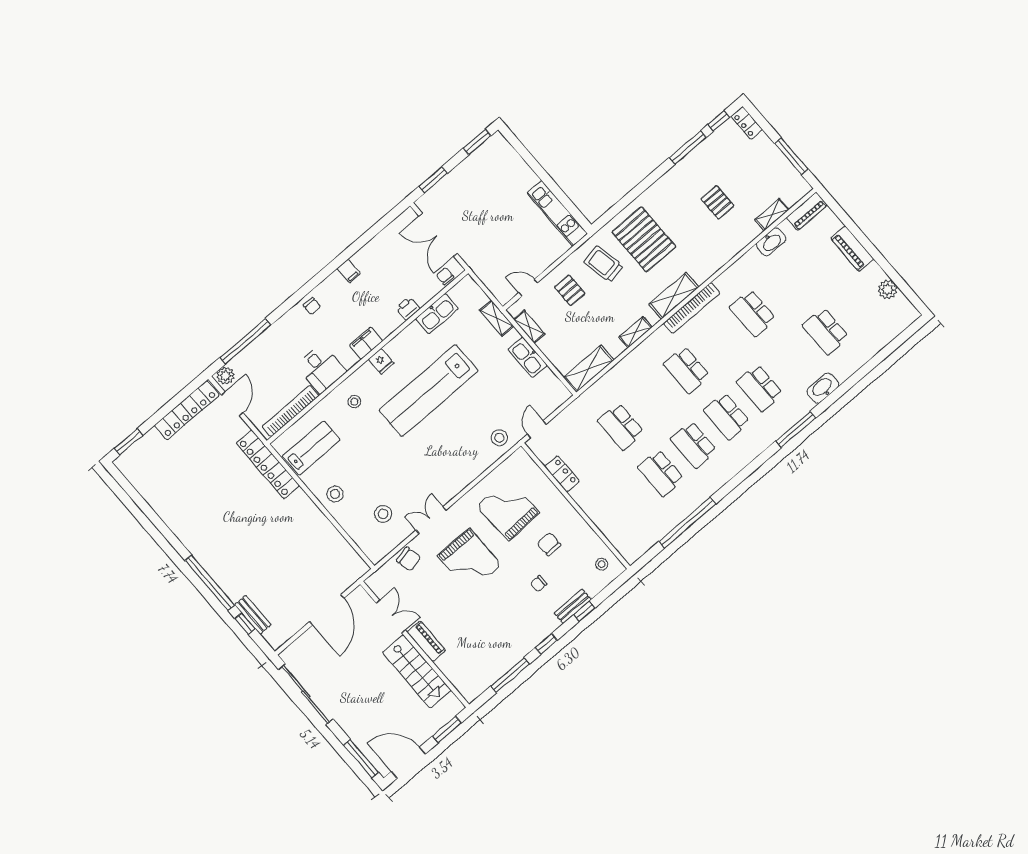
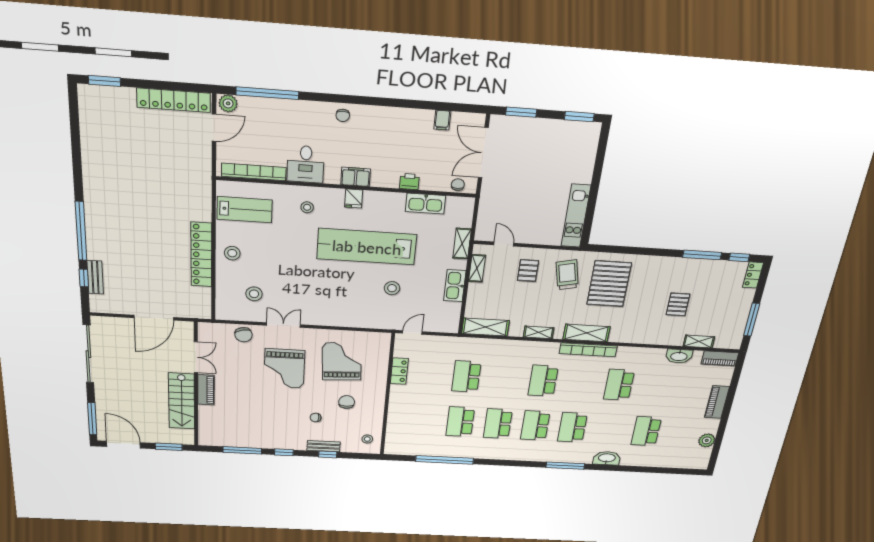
filing cabinet: (349, 271) -> (442, 120), moved
stool: (499, 438) -> (392, 288), moved
locker: (268, 464) -> (201, 255), moved

